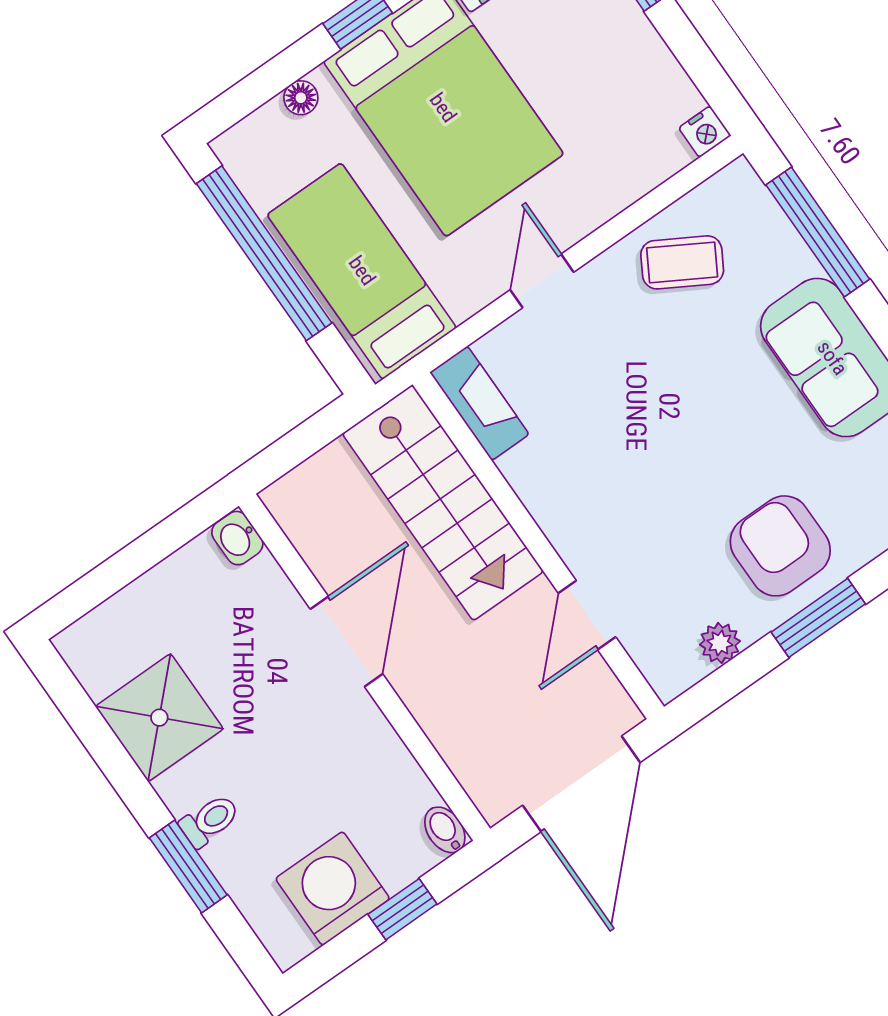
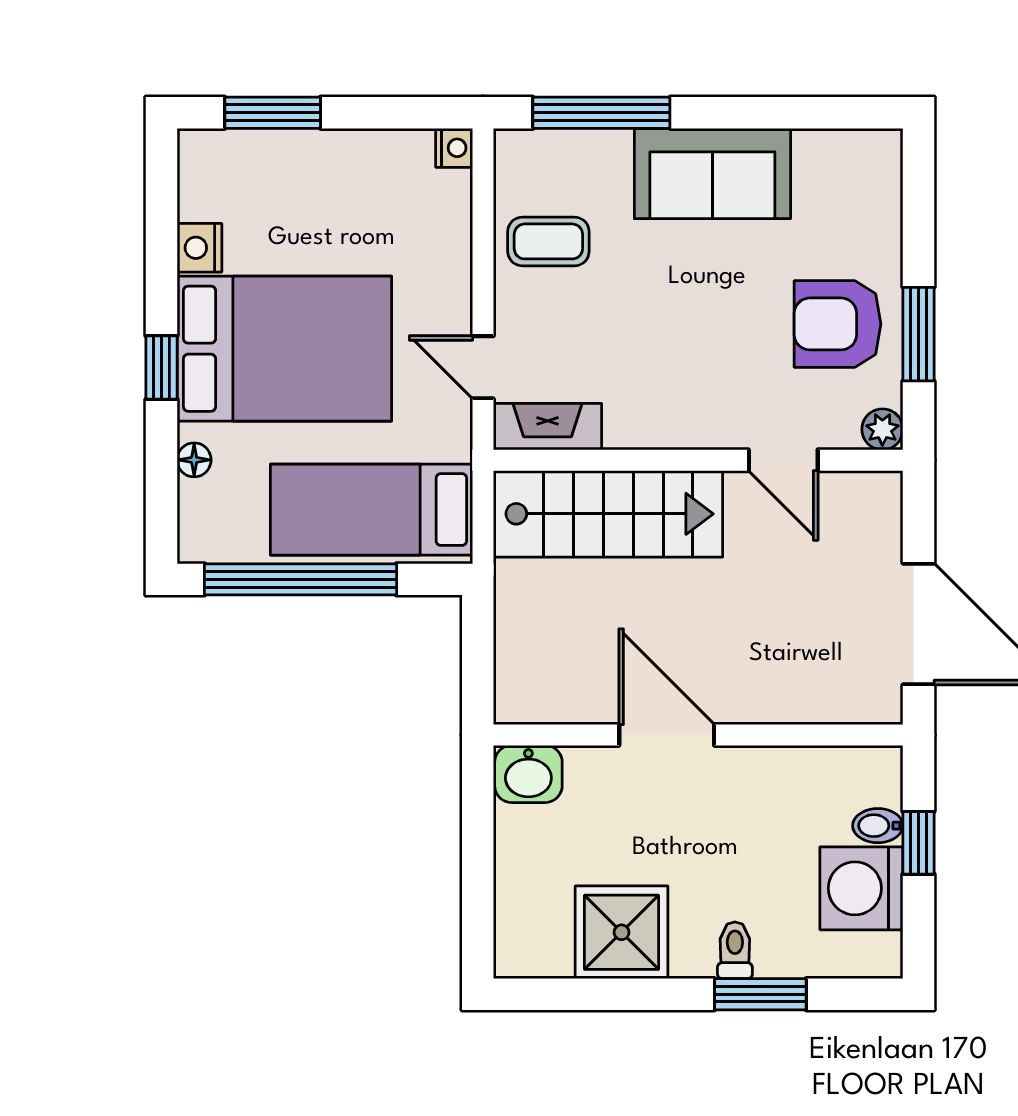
coffee table: (682, 262) -> (548, 241), turned 60
fireplace: (479, 403) -> (548, 427), moved
stairs: (443, 503) -> (608, 514), moved
washbasin: (237, 538) -> (528, 774), width x1.38, depth x1.45
wall: (538, 546) -> (698, 460), moved
door: (587, 615) -> (783, 460), moved
bidet: (445, 830) -> (878, 826), moved

